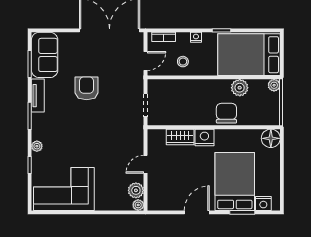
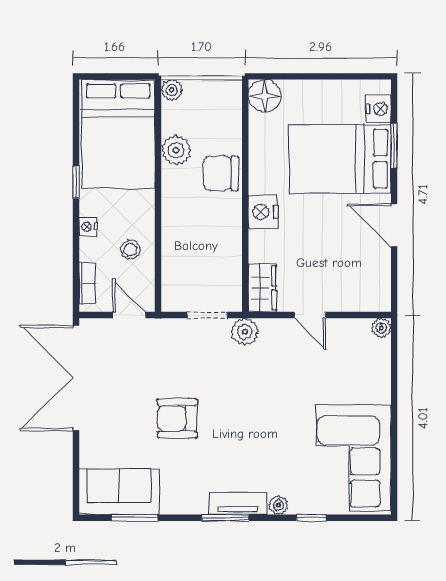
tv unit: (38, 96) -> (238, 504), moved
wardrobe: (180, 137) -> (262, 288), moved
plant: (136, 190) -> (245, 332), moved

